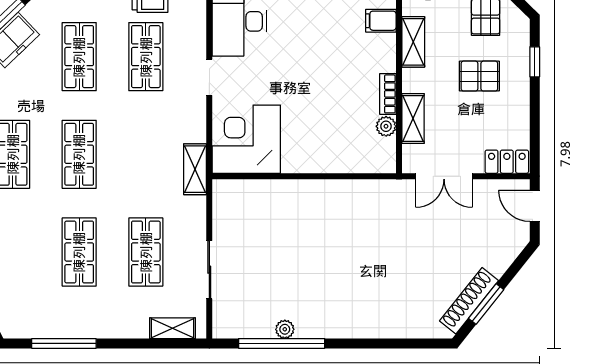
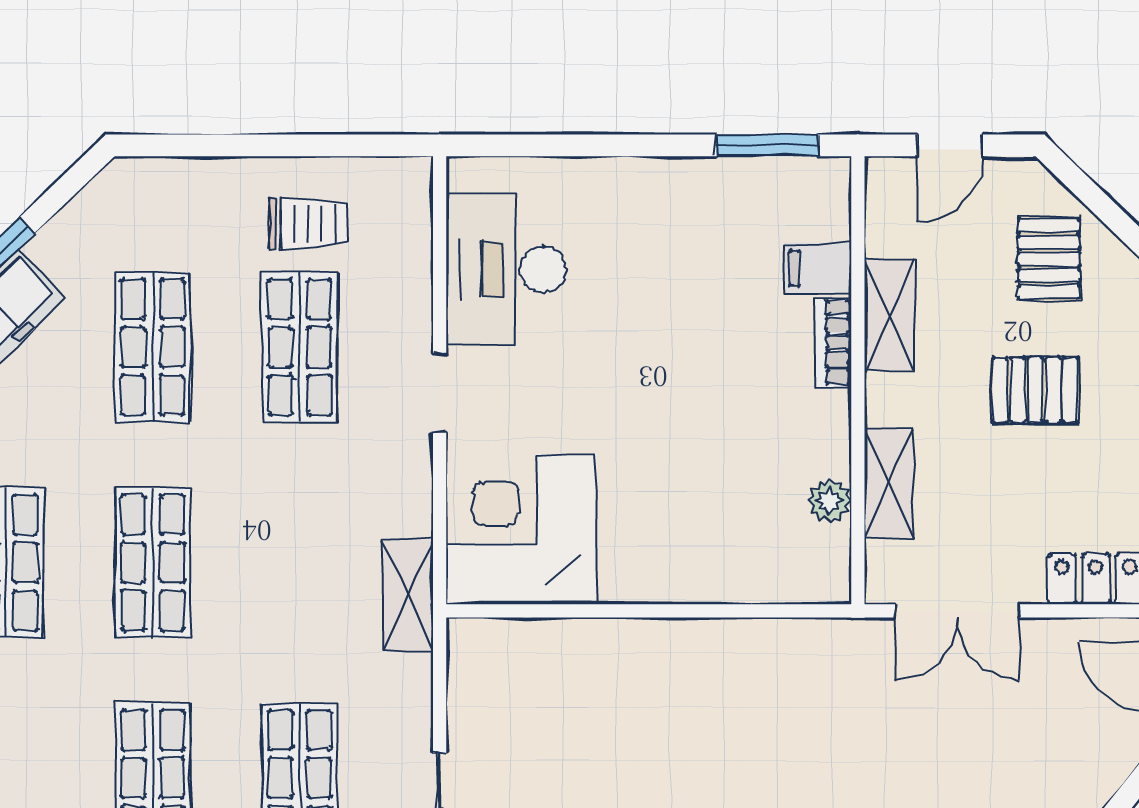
bookcase: (388, 94) -> (834, 342), moved

